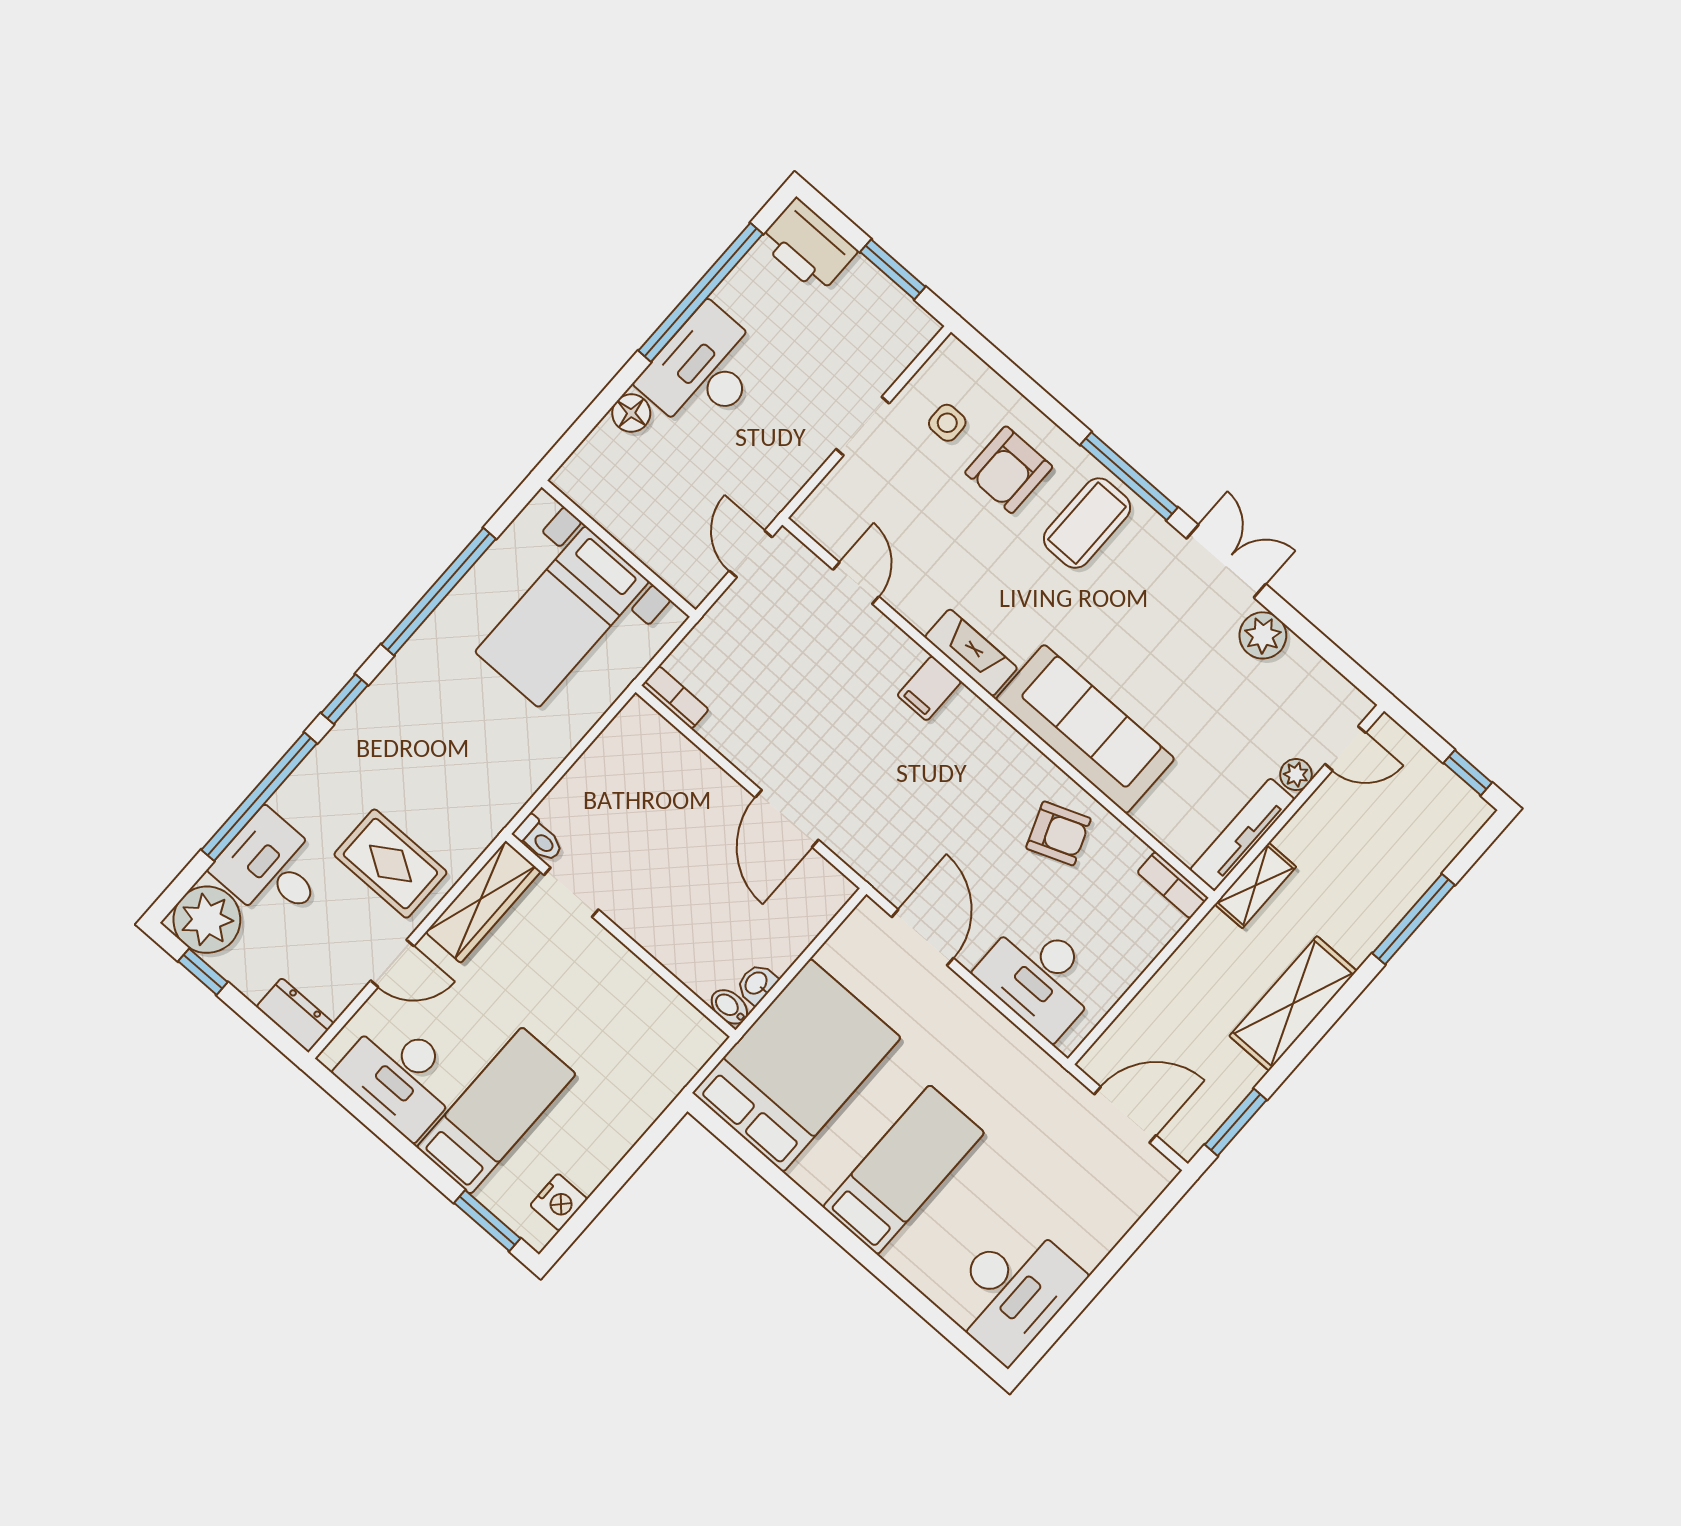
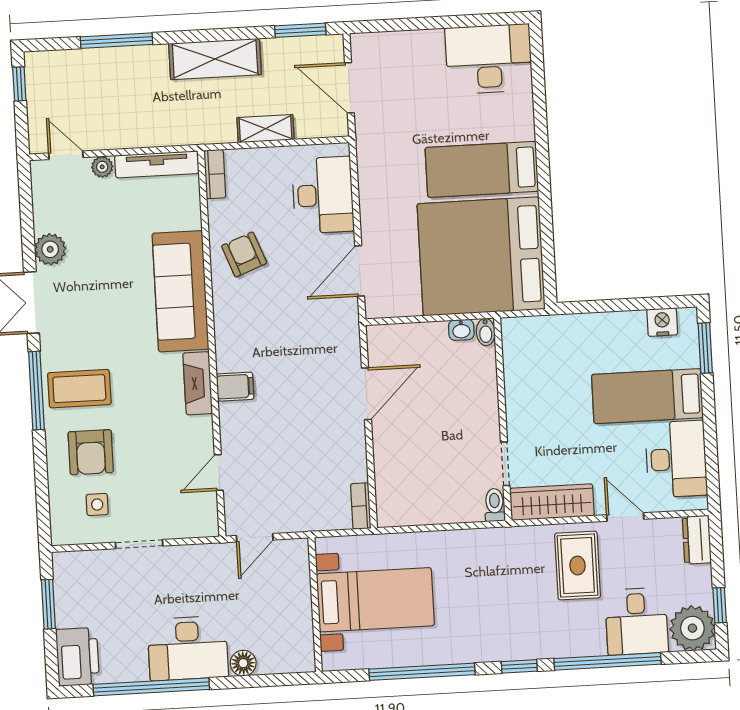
armchair: (1009, 470) -> (91, 452), turned 90
shelving: (1255, 885) -> (266, 129), moved
bed: (797, 1065) -> (481, 256), width x1.36

